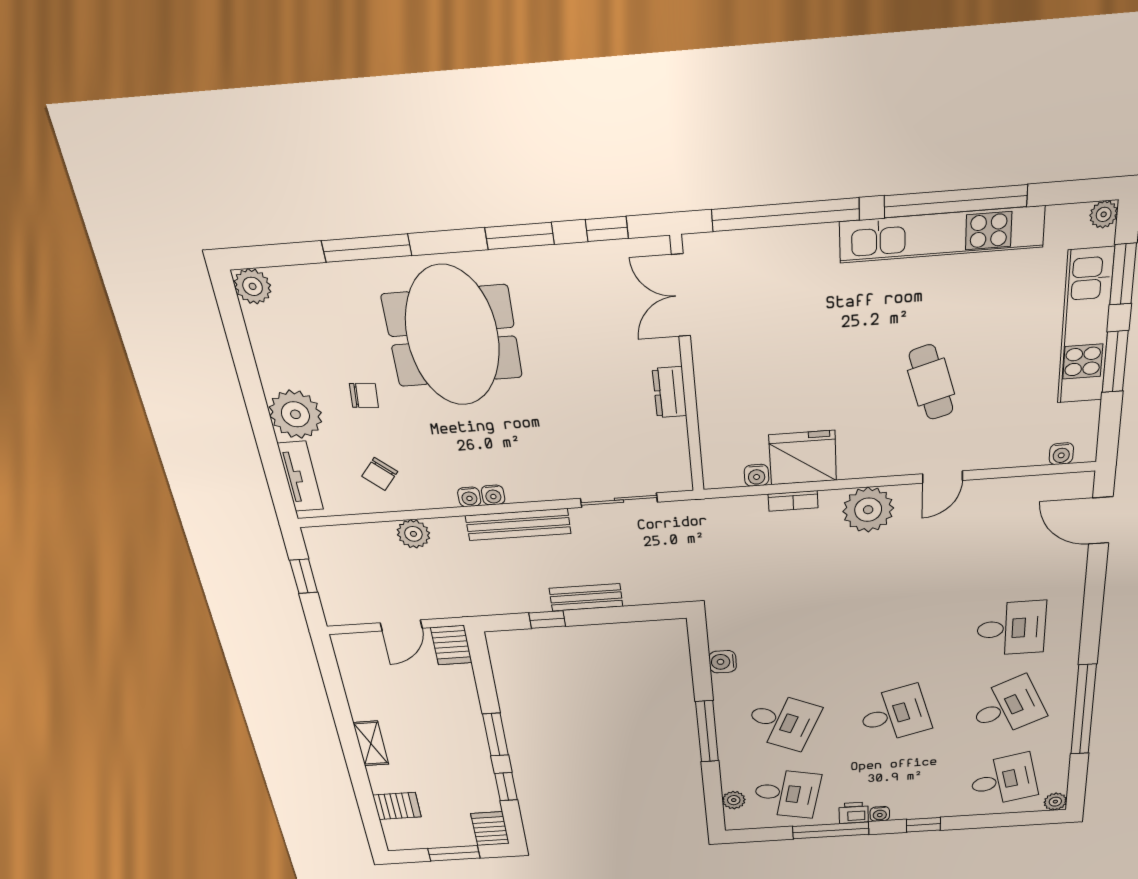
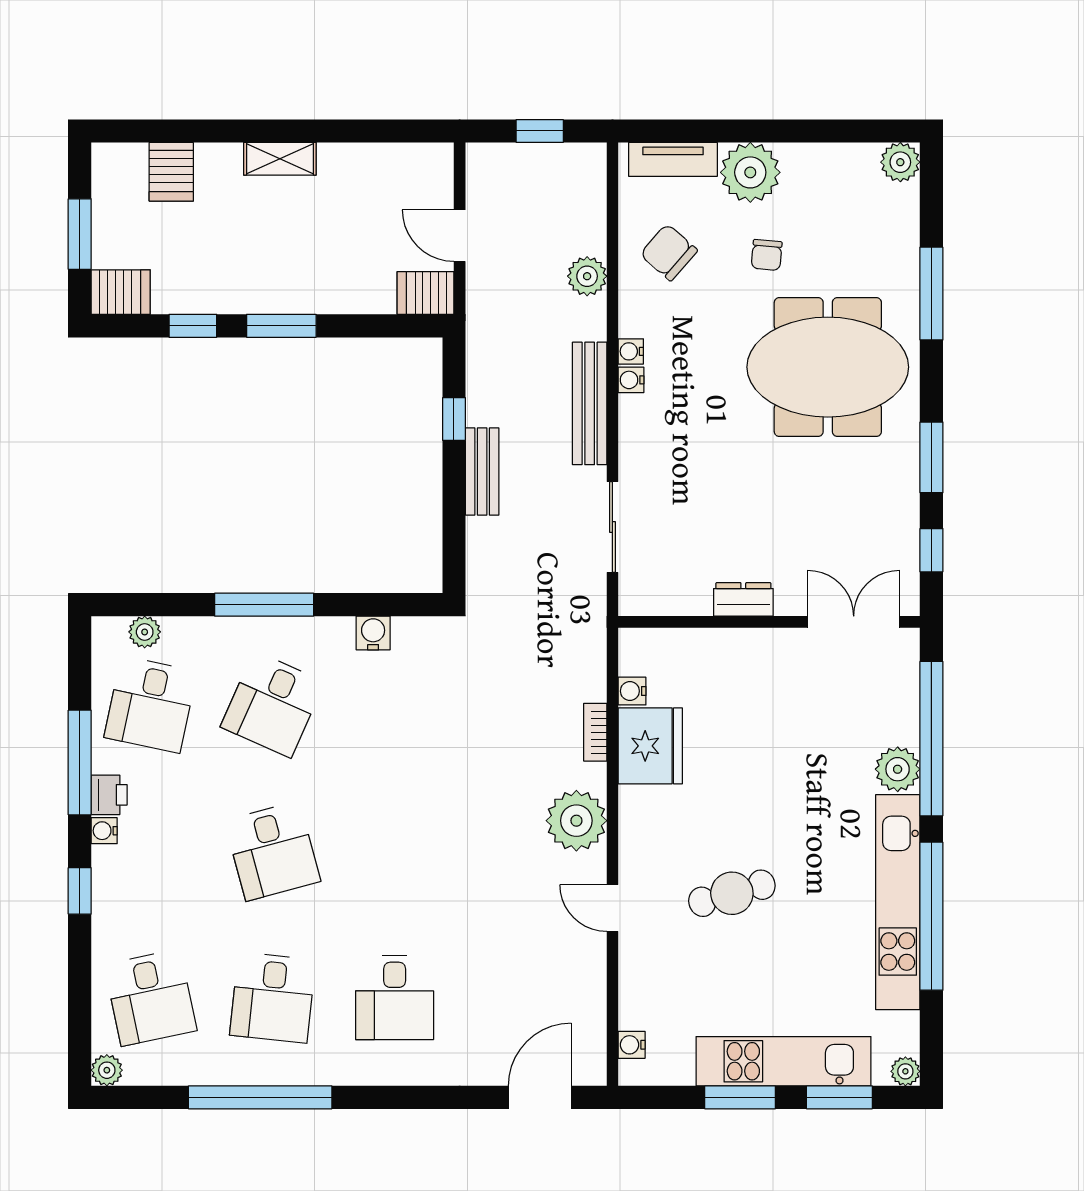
plant: (816, 244) -> (898, 769), added
chair: (380, 474) -> (669, 252), width x1.37, depth x1.37
desk: (1007, 707) -> (273, 998), turned 30

